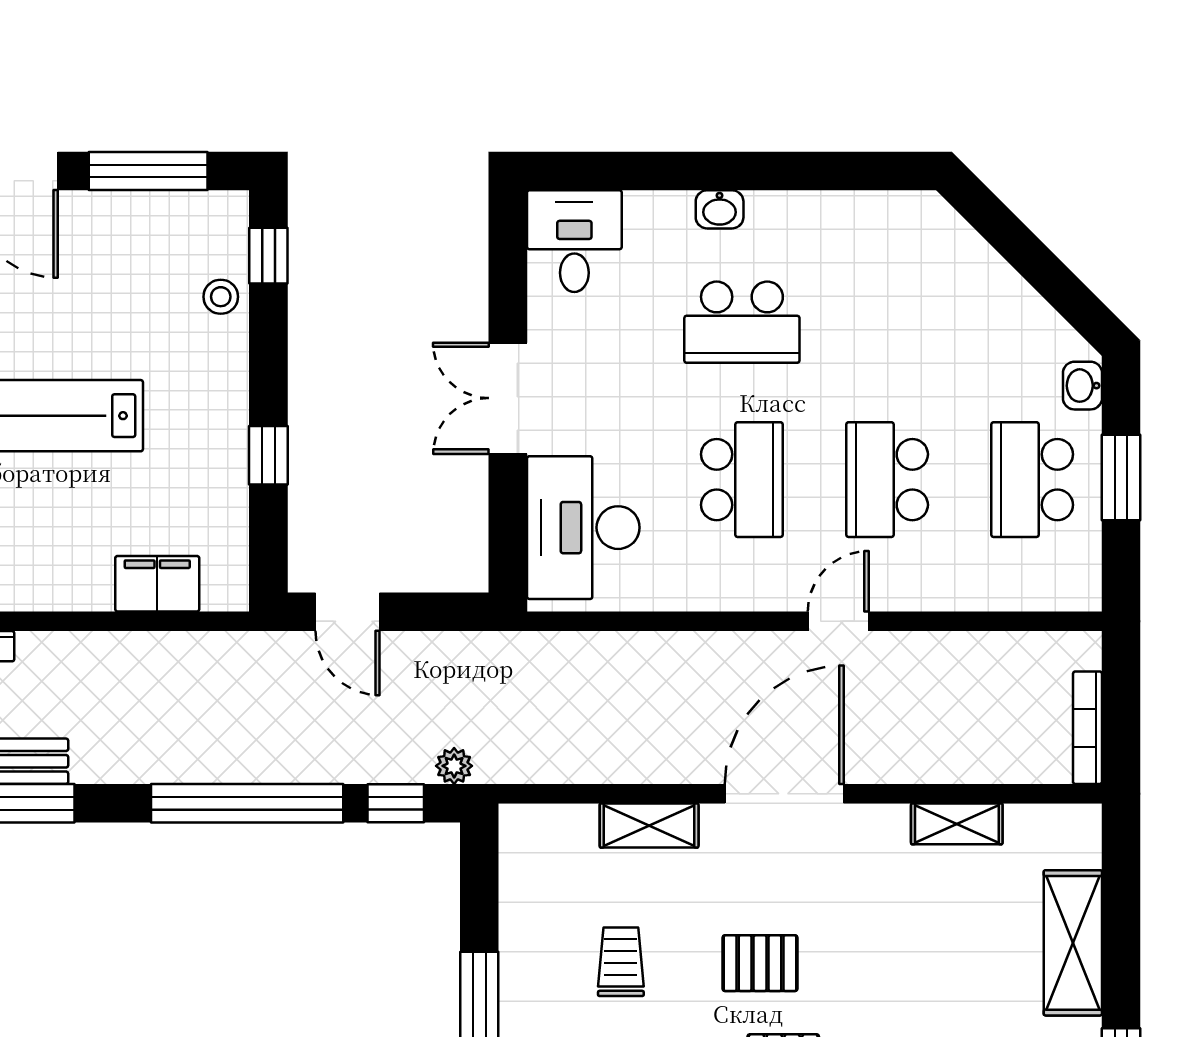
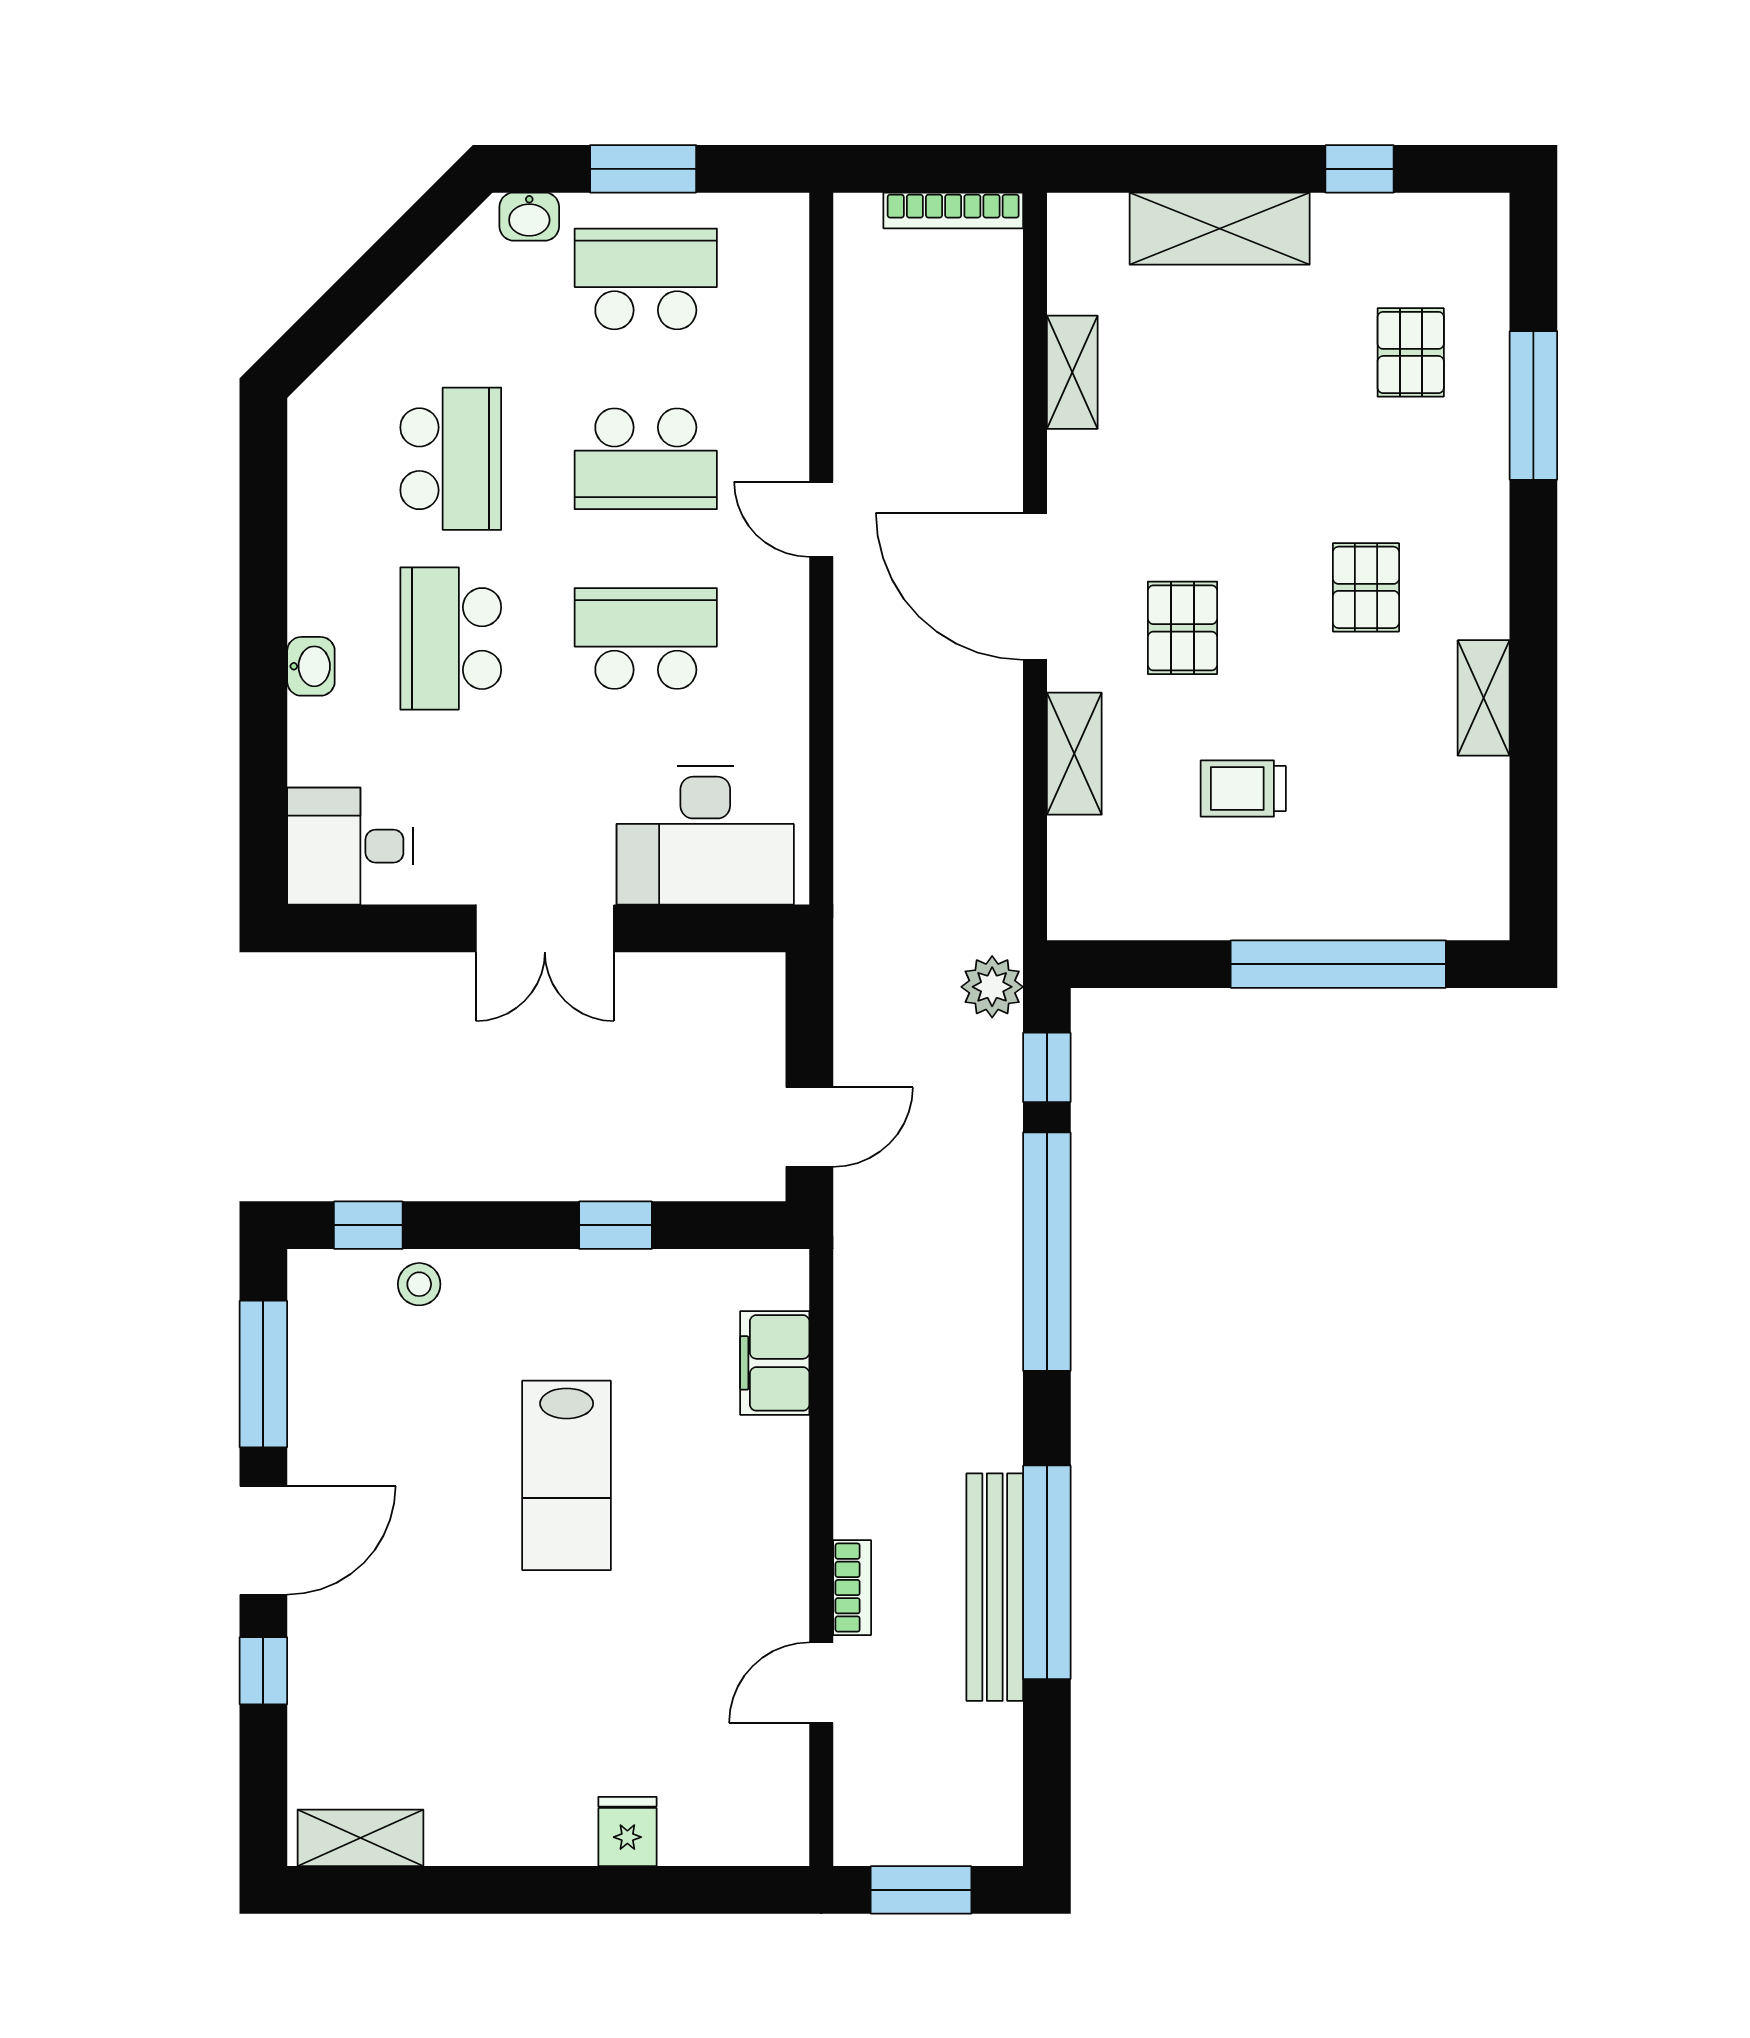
school desk: (742, 322) -> (451, 639), turned 180
school desk: (887, 322) -> (451, 459), added
school desk: (1032, 480) -> (646, 279), turned 180
plant: (454, 766) -> (992, 987), width x1.38, depth x1.38
pallet: (760, 963) -> (1182, 628), moved

